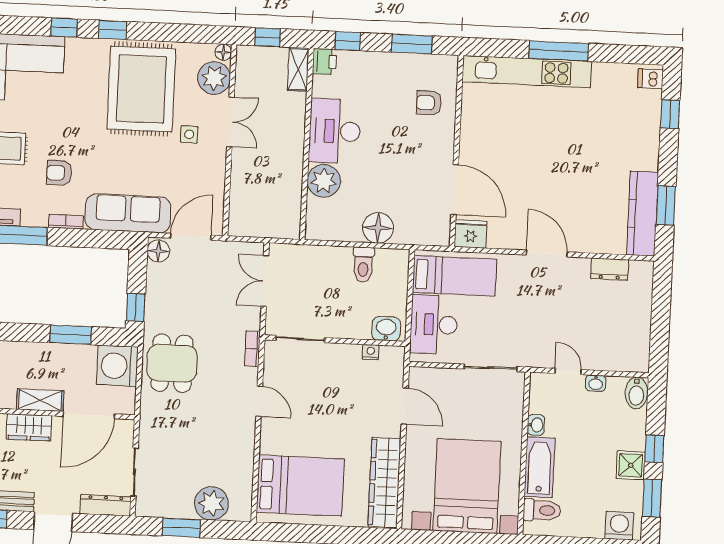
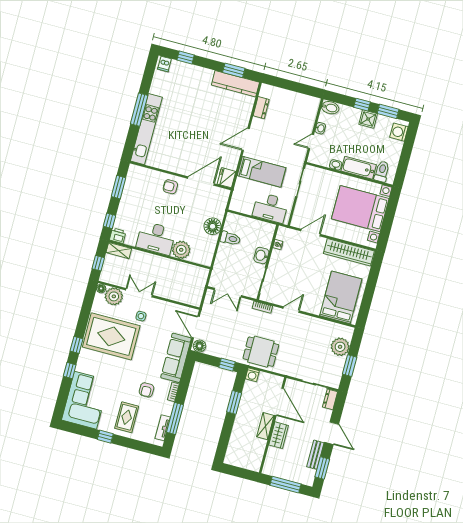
armchair: (429, 103) -> (170, 187), moved, turned 90
bed: (454, 276) -> (262, 172), moved, turned 90
washbasin: (386, 329) -> (261, 255), moved
washing machine: (117, 366) -> (252, 375), width x0.53, depth x0.53
dresser: (106, 505) -> (330, 399), width x0.70

